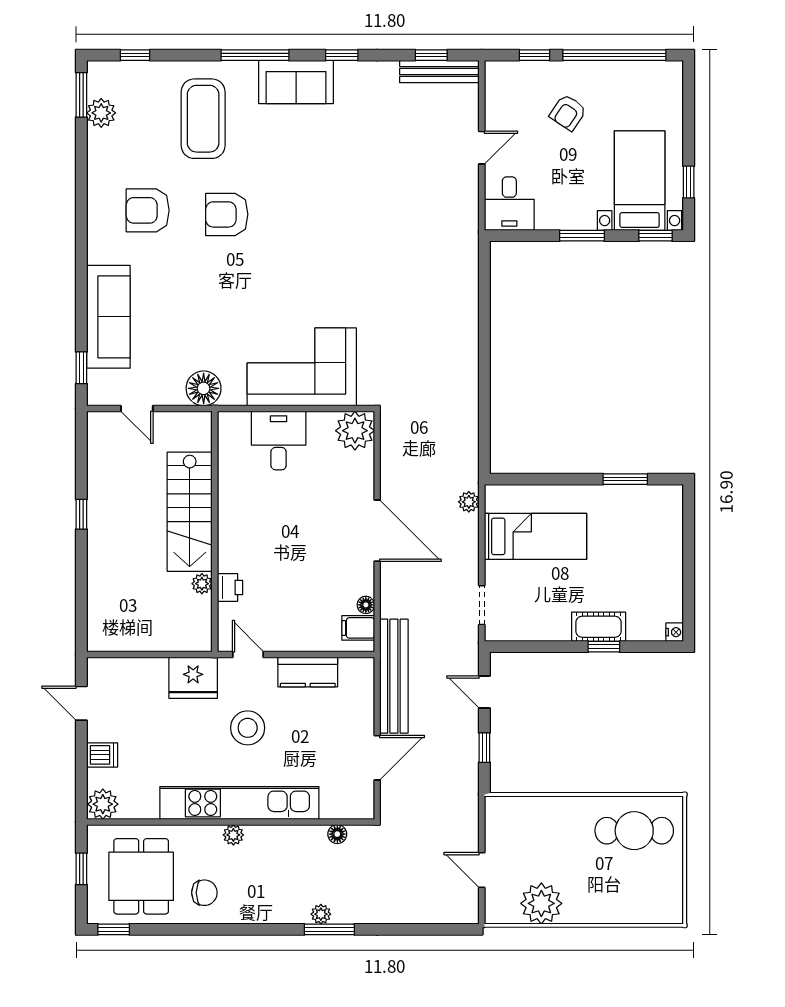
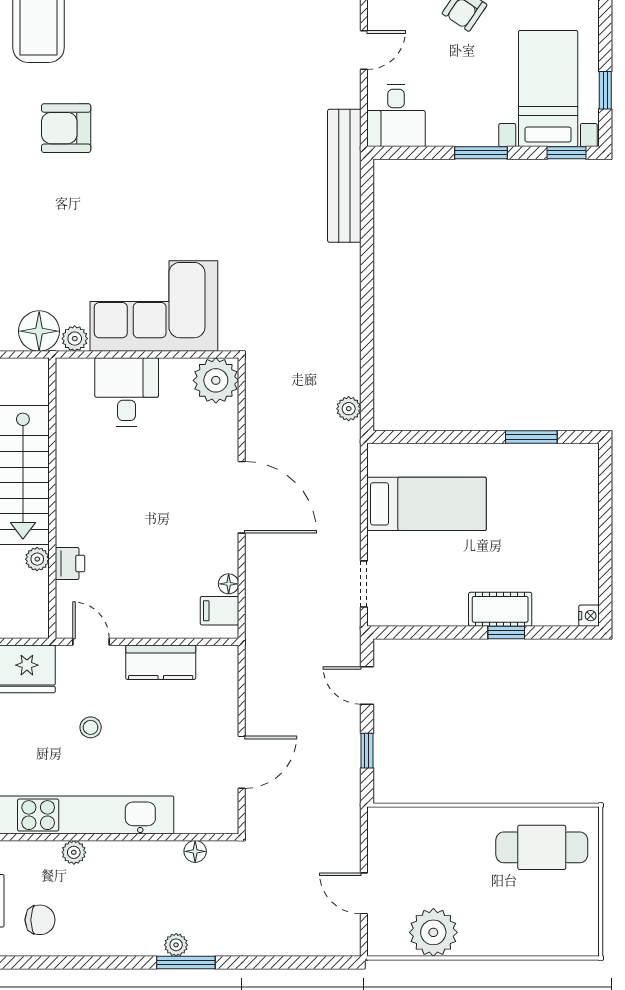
plant: (234, 395) -> (75, 339), added
plant: (469, 502) -> (349, 409), moved
bench: (394, 676) -> (344, 176), moved
stool: (248, 728) -> (91, 727), width x0.53, depth x0.53

